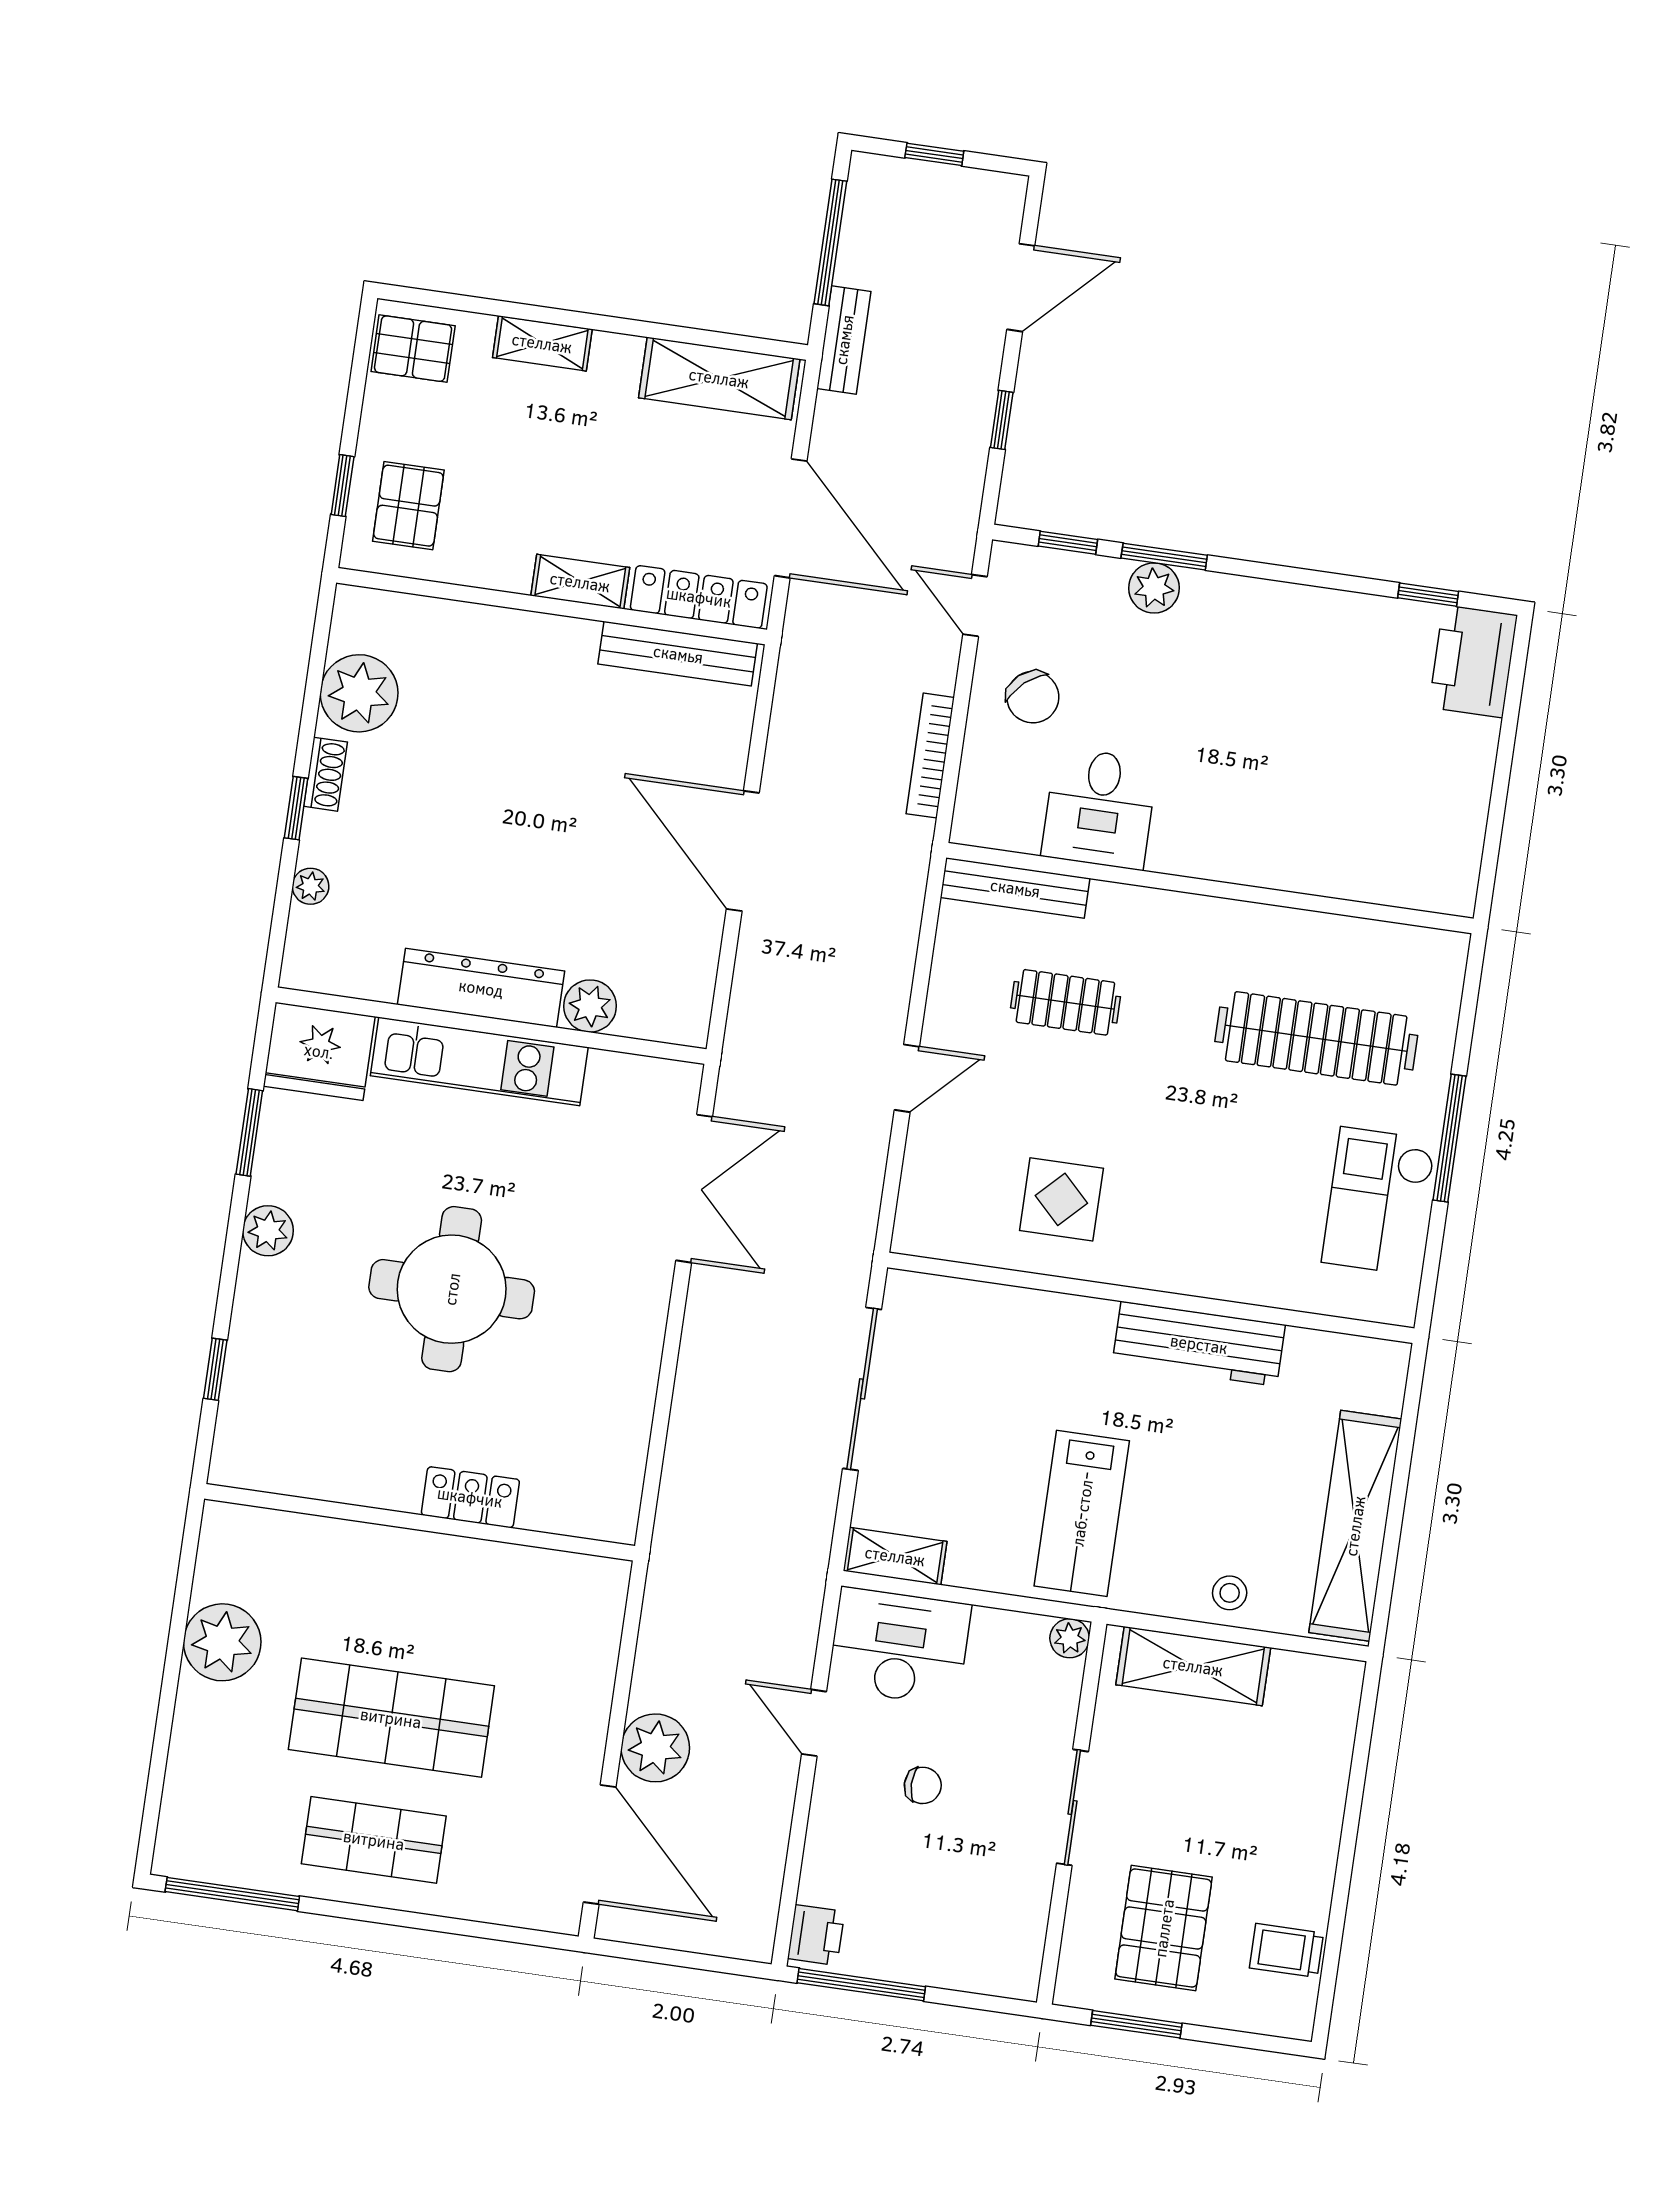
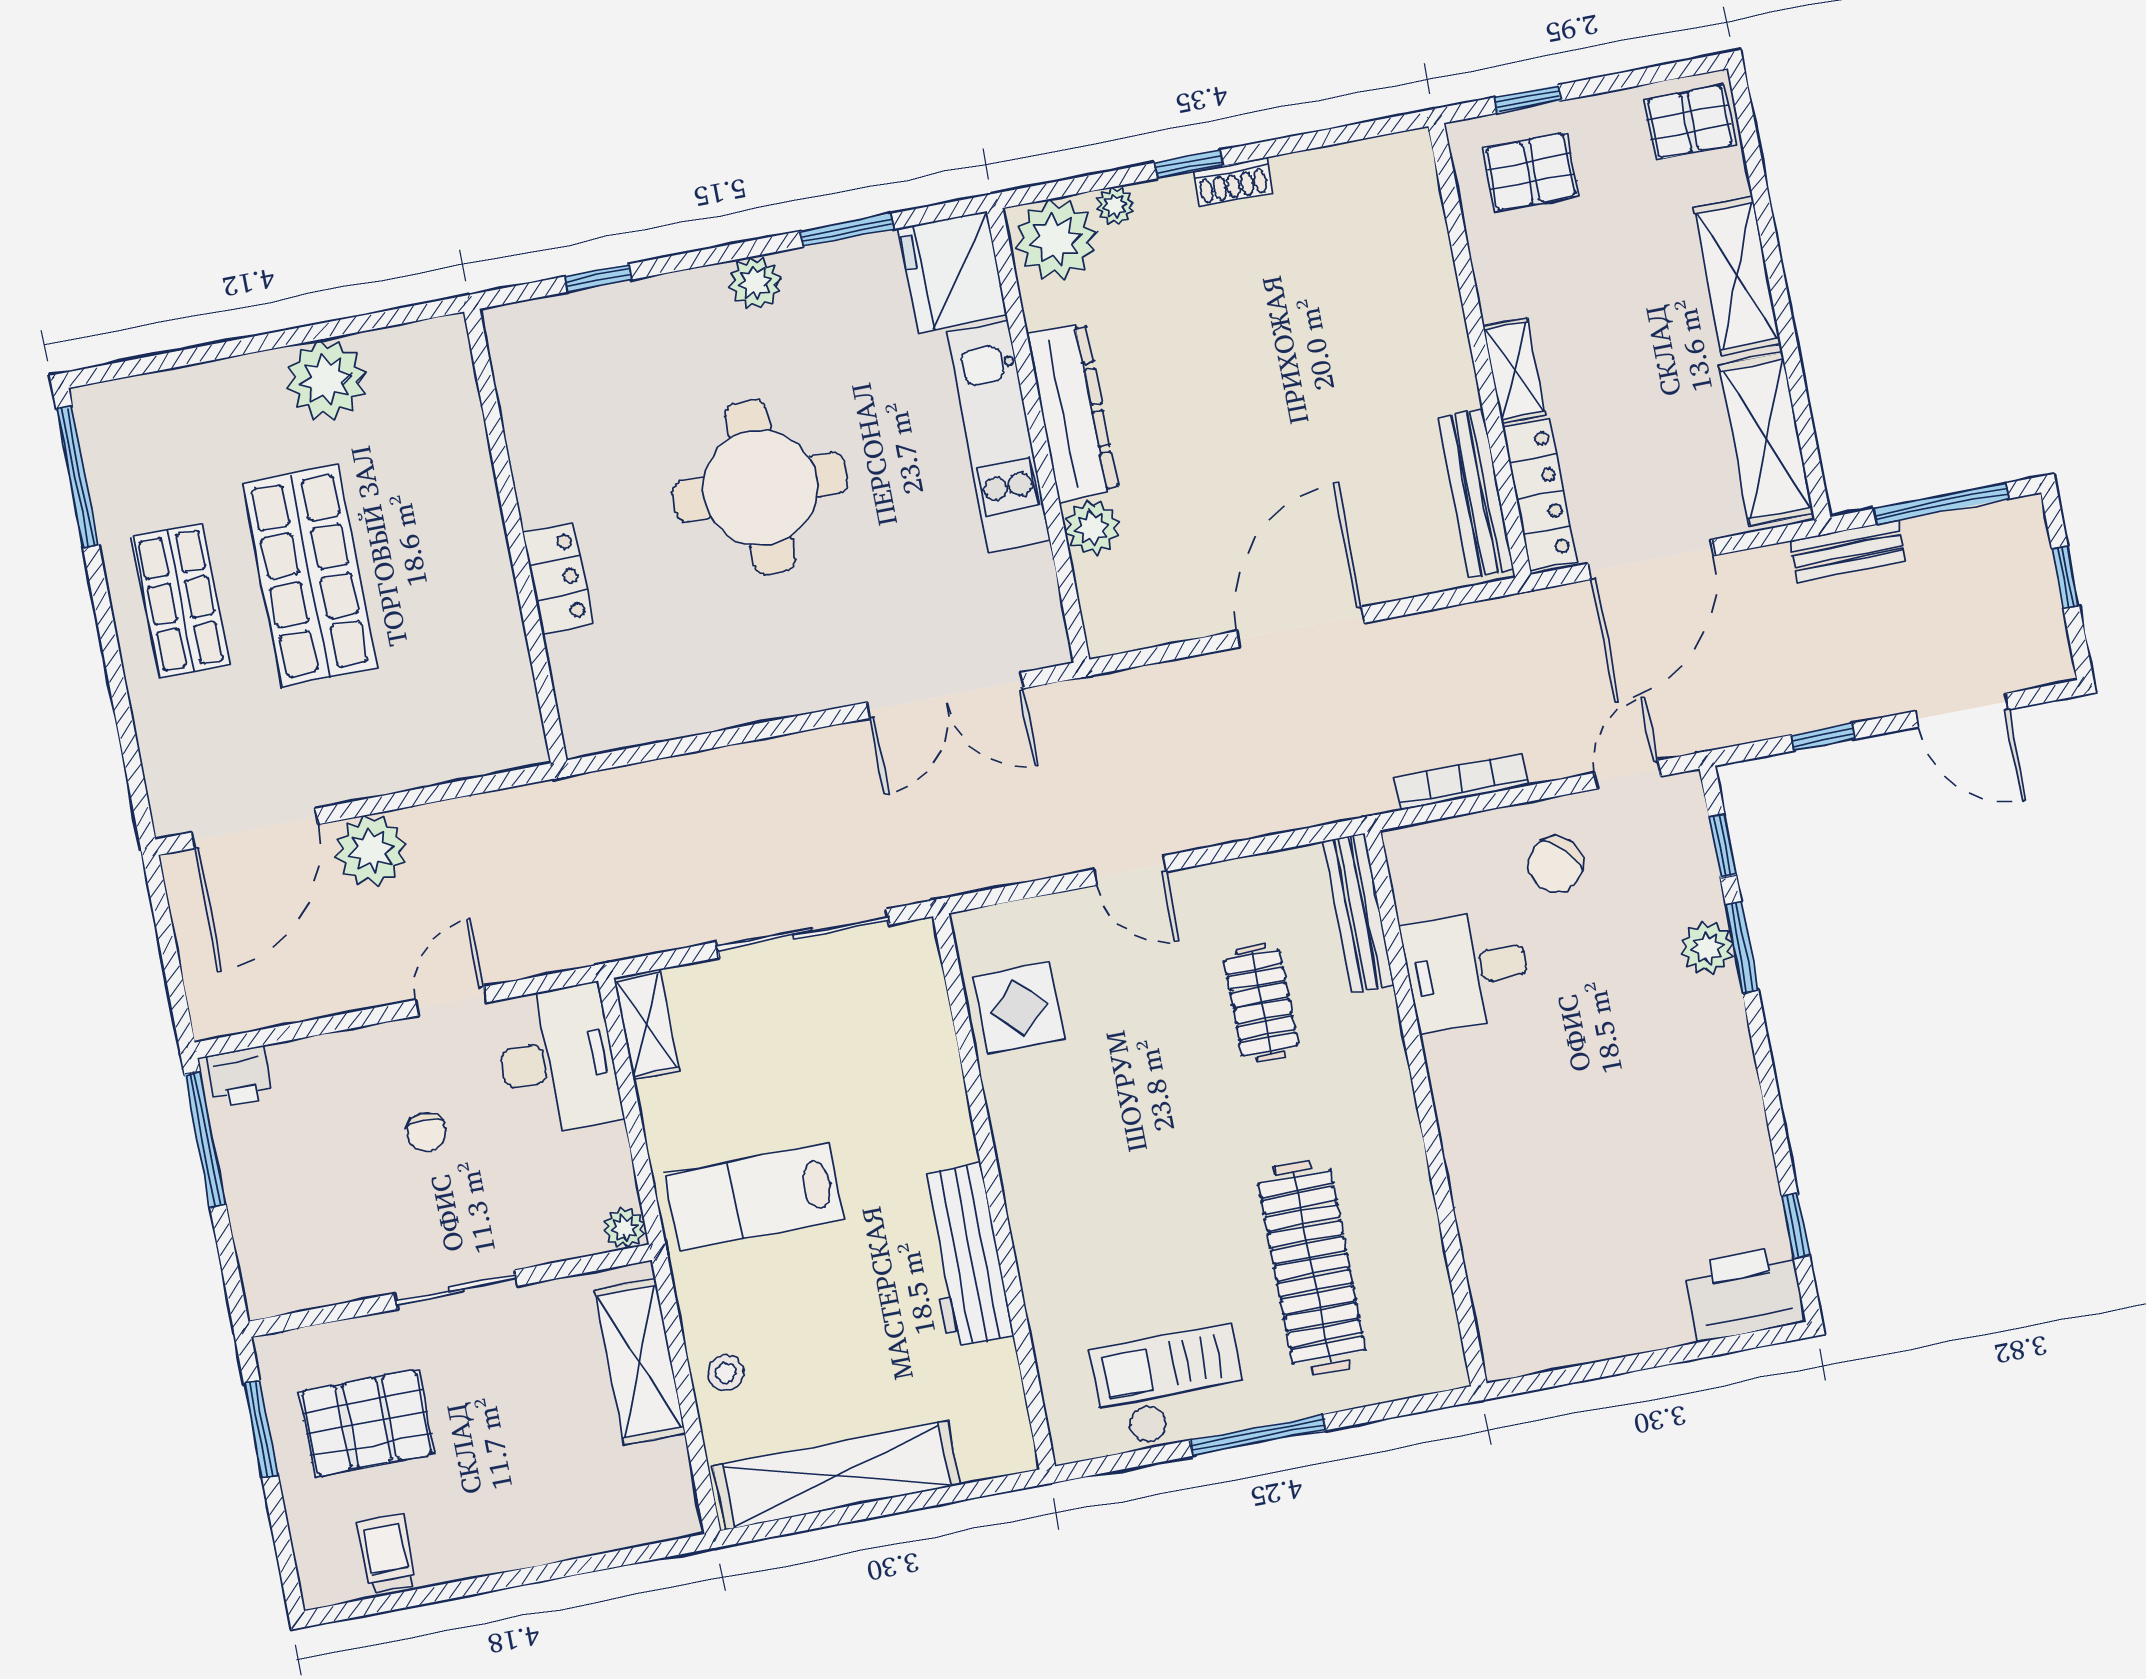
shelving: (542, 343) -> (1737, 276), width x1.50, depth x1.33
pallet: (413, 349) -> (1690, 122), turned 90
plant: (359, 693) -> (1056, 240), moved
display table: (1061, 1199) -> (1019, 1008), moved

